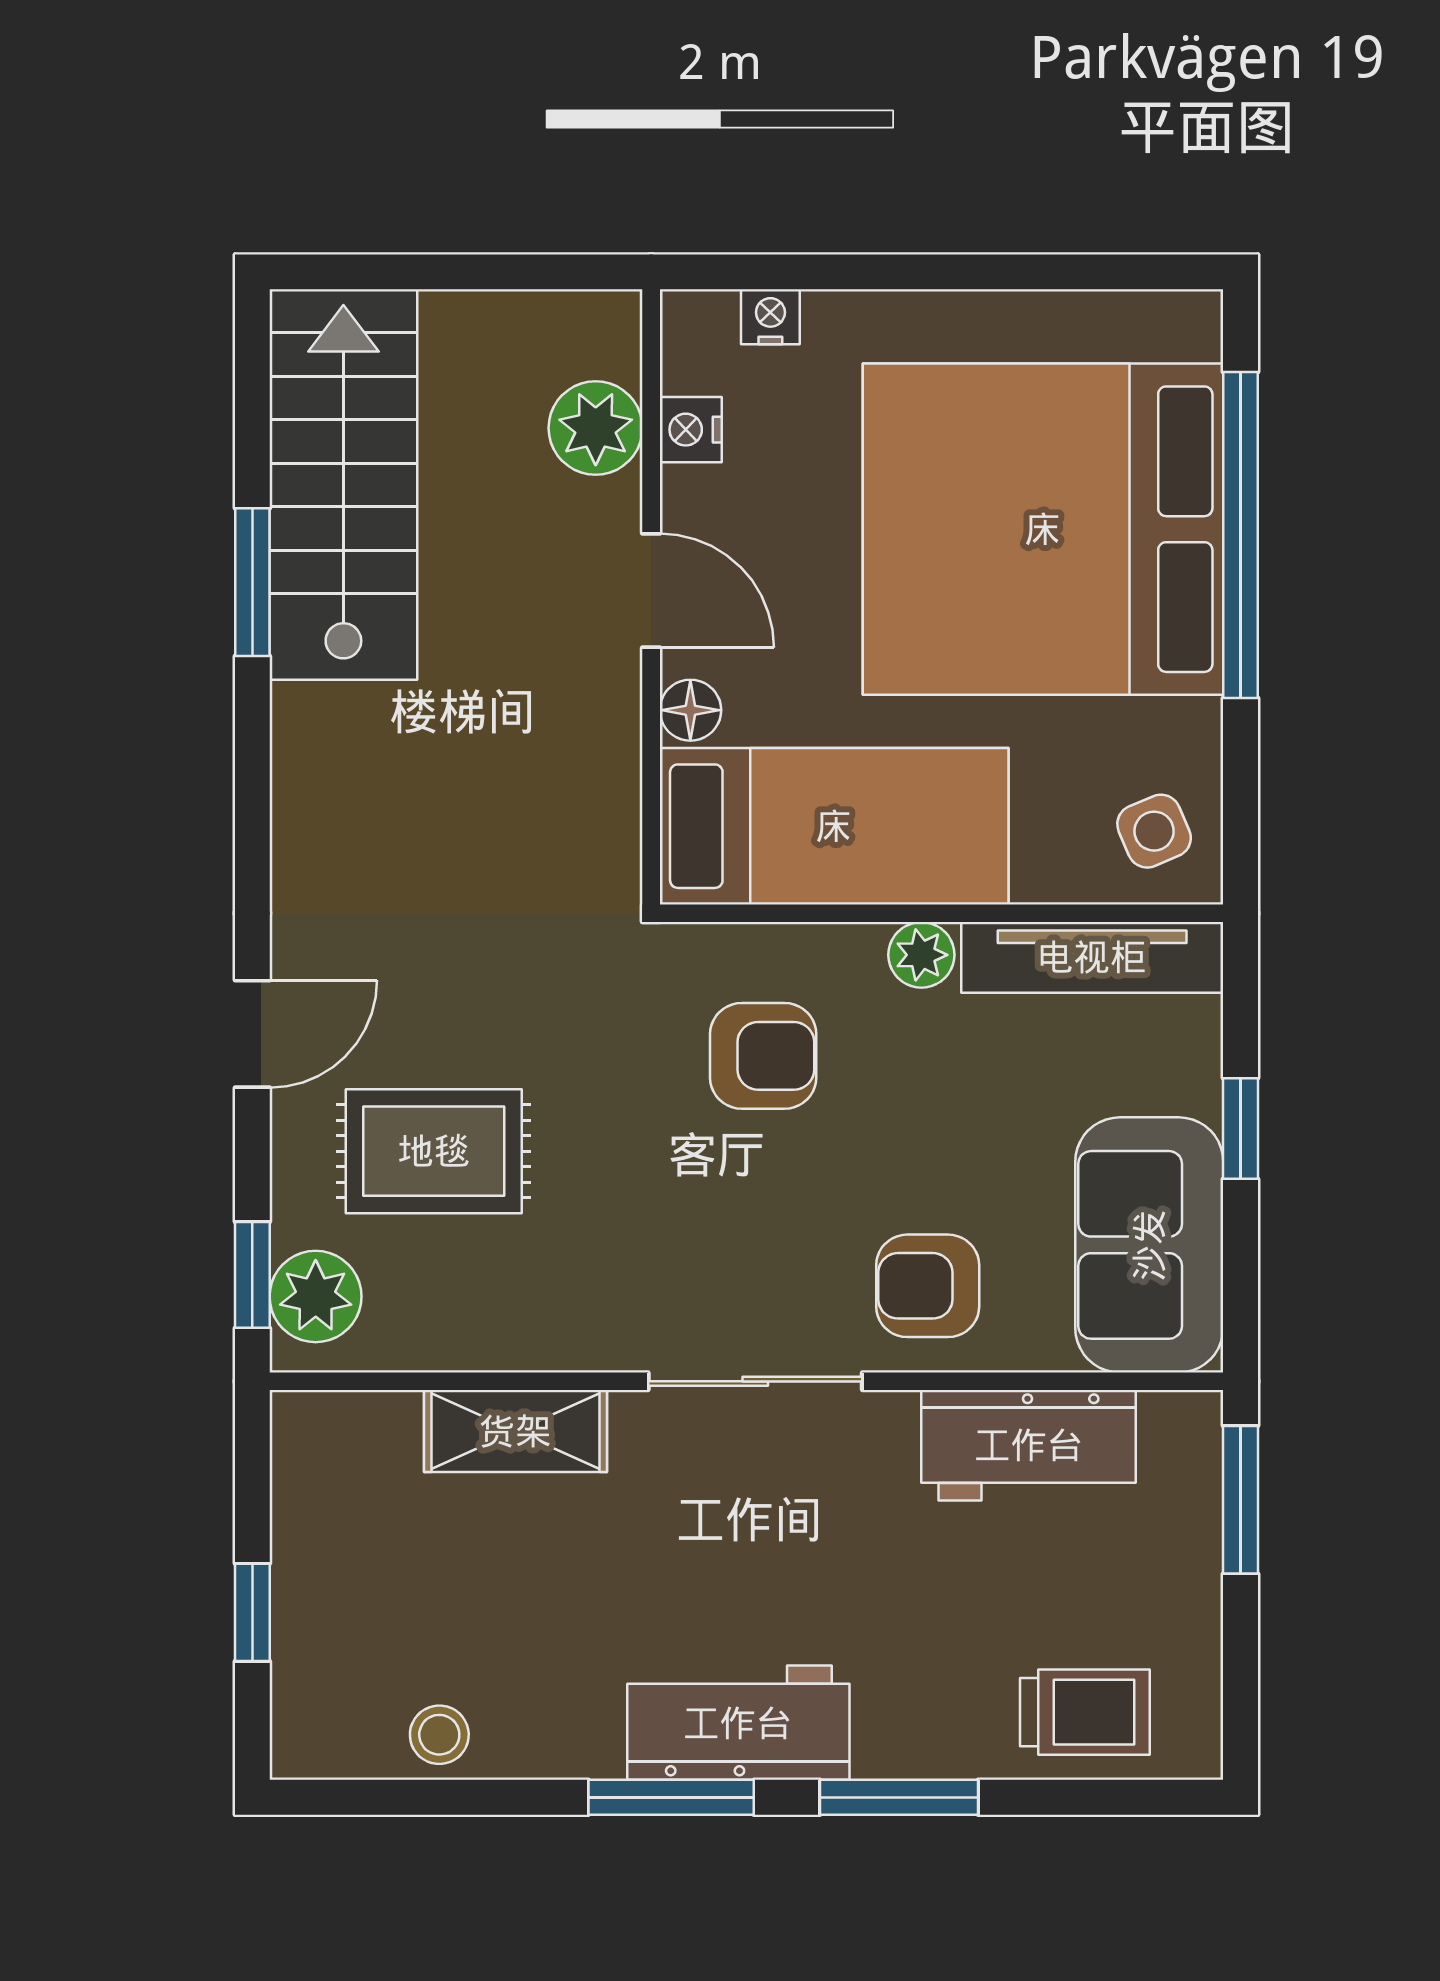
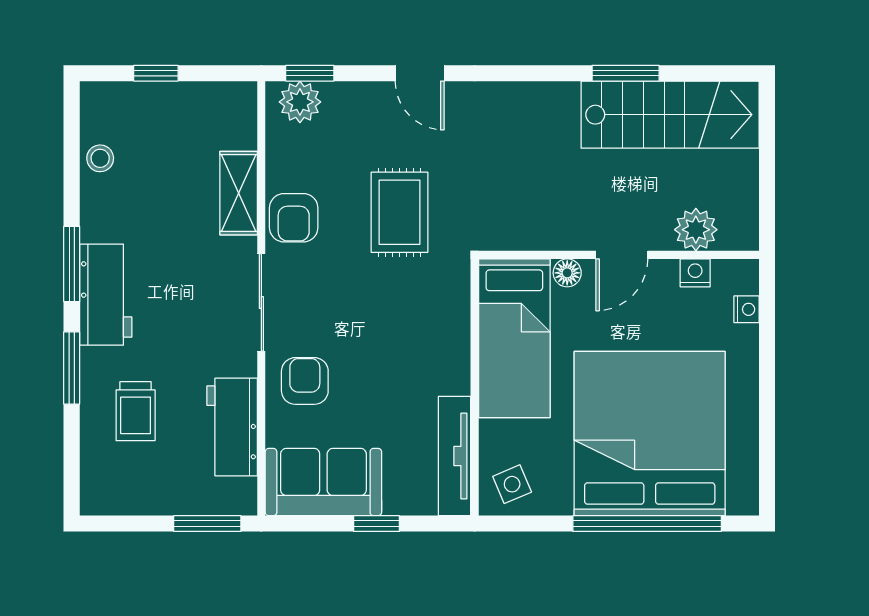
plant: (921, 955) -> (456, 378), removed
armchair: (763, 1056) -> (294, 218), moved
rug: (434, 1151) -> (400, 212), moved
trolley: (1085, 1712) -> (136, 411), moved

